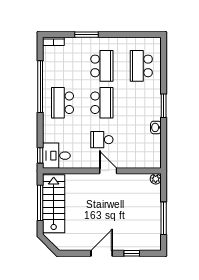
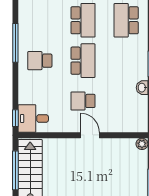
window: (40, 87) -> (15, 43), width x0.68
school desk: (62, 103) -> (40, 61), width x0.54

